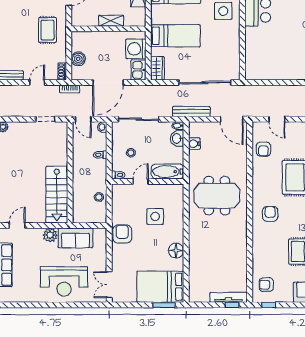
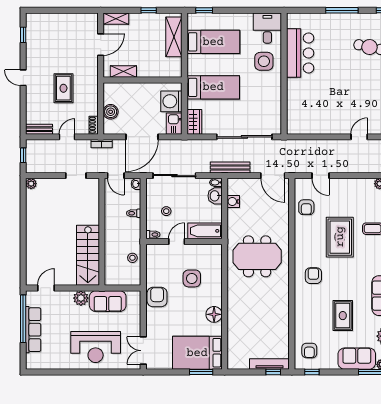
shelving: (111, 21) -> (123, 72), moved
rug: (47, 30) -> (63, 88), moved
armchair: (266, 285) -> (309, 351), turned -90

